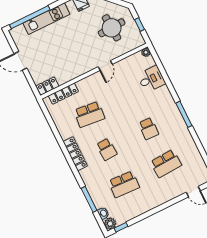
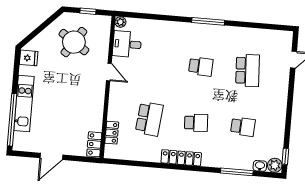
round table: (112, 28) -> (74, 42), turned 37
desk: (151, 79) -> (127, 44), moved, turned -90
locker: (63, 94) -> (112, 133), width x0.66
school desk: (124, 184) -> (243, 127), width x0.54

